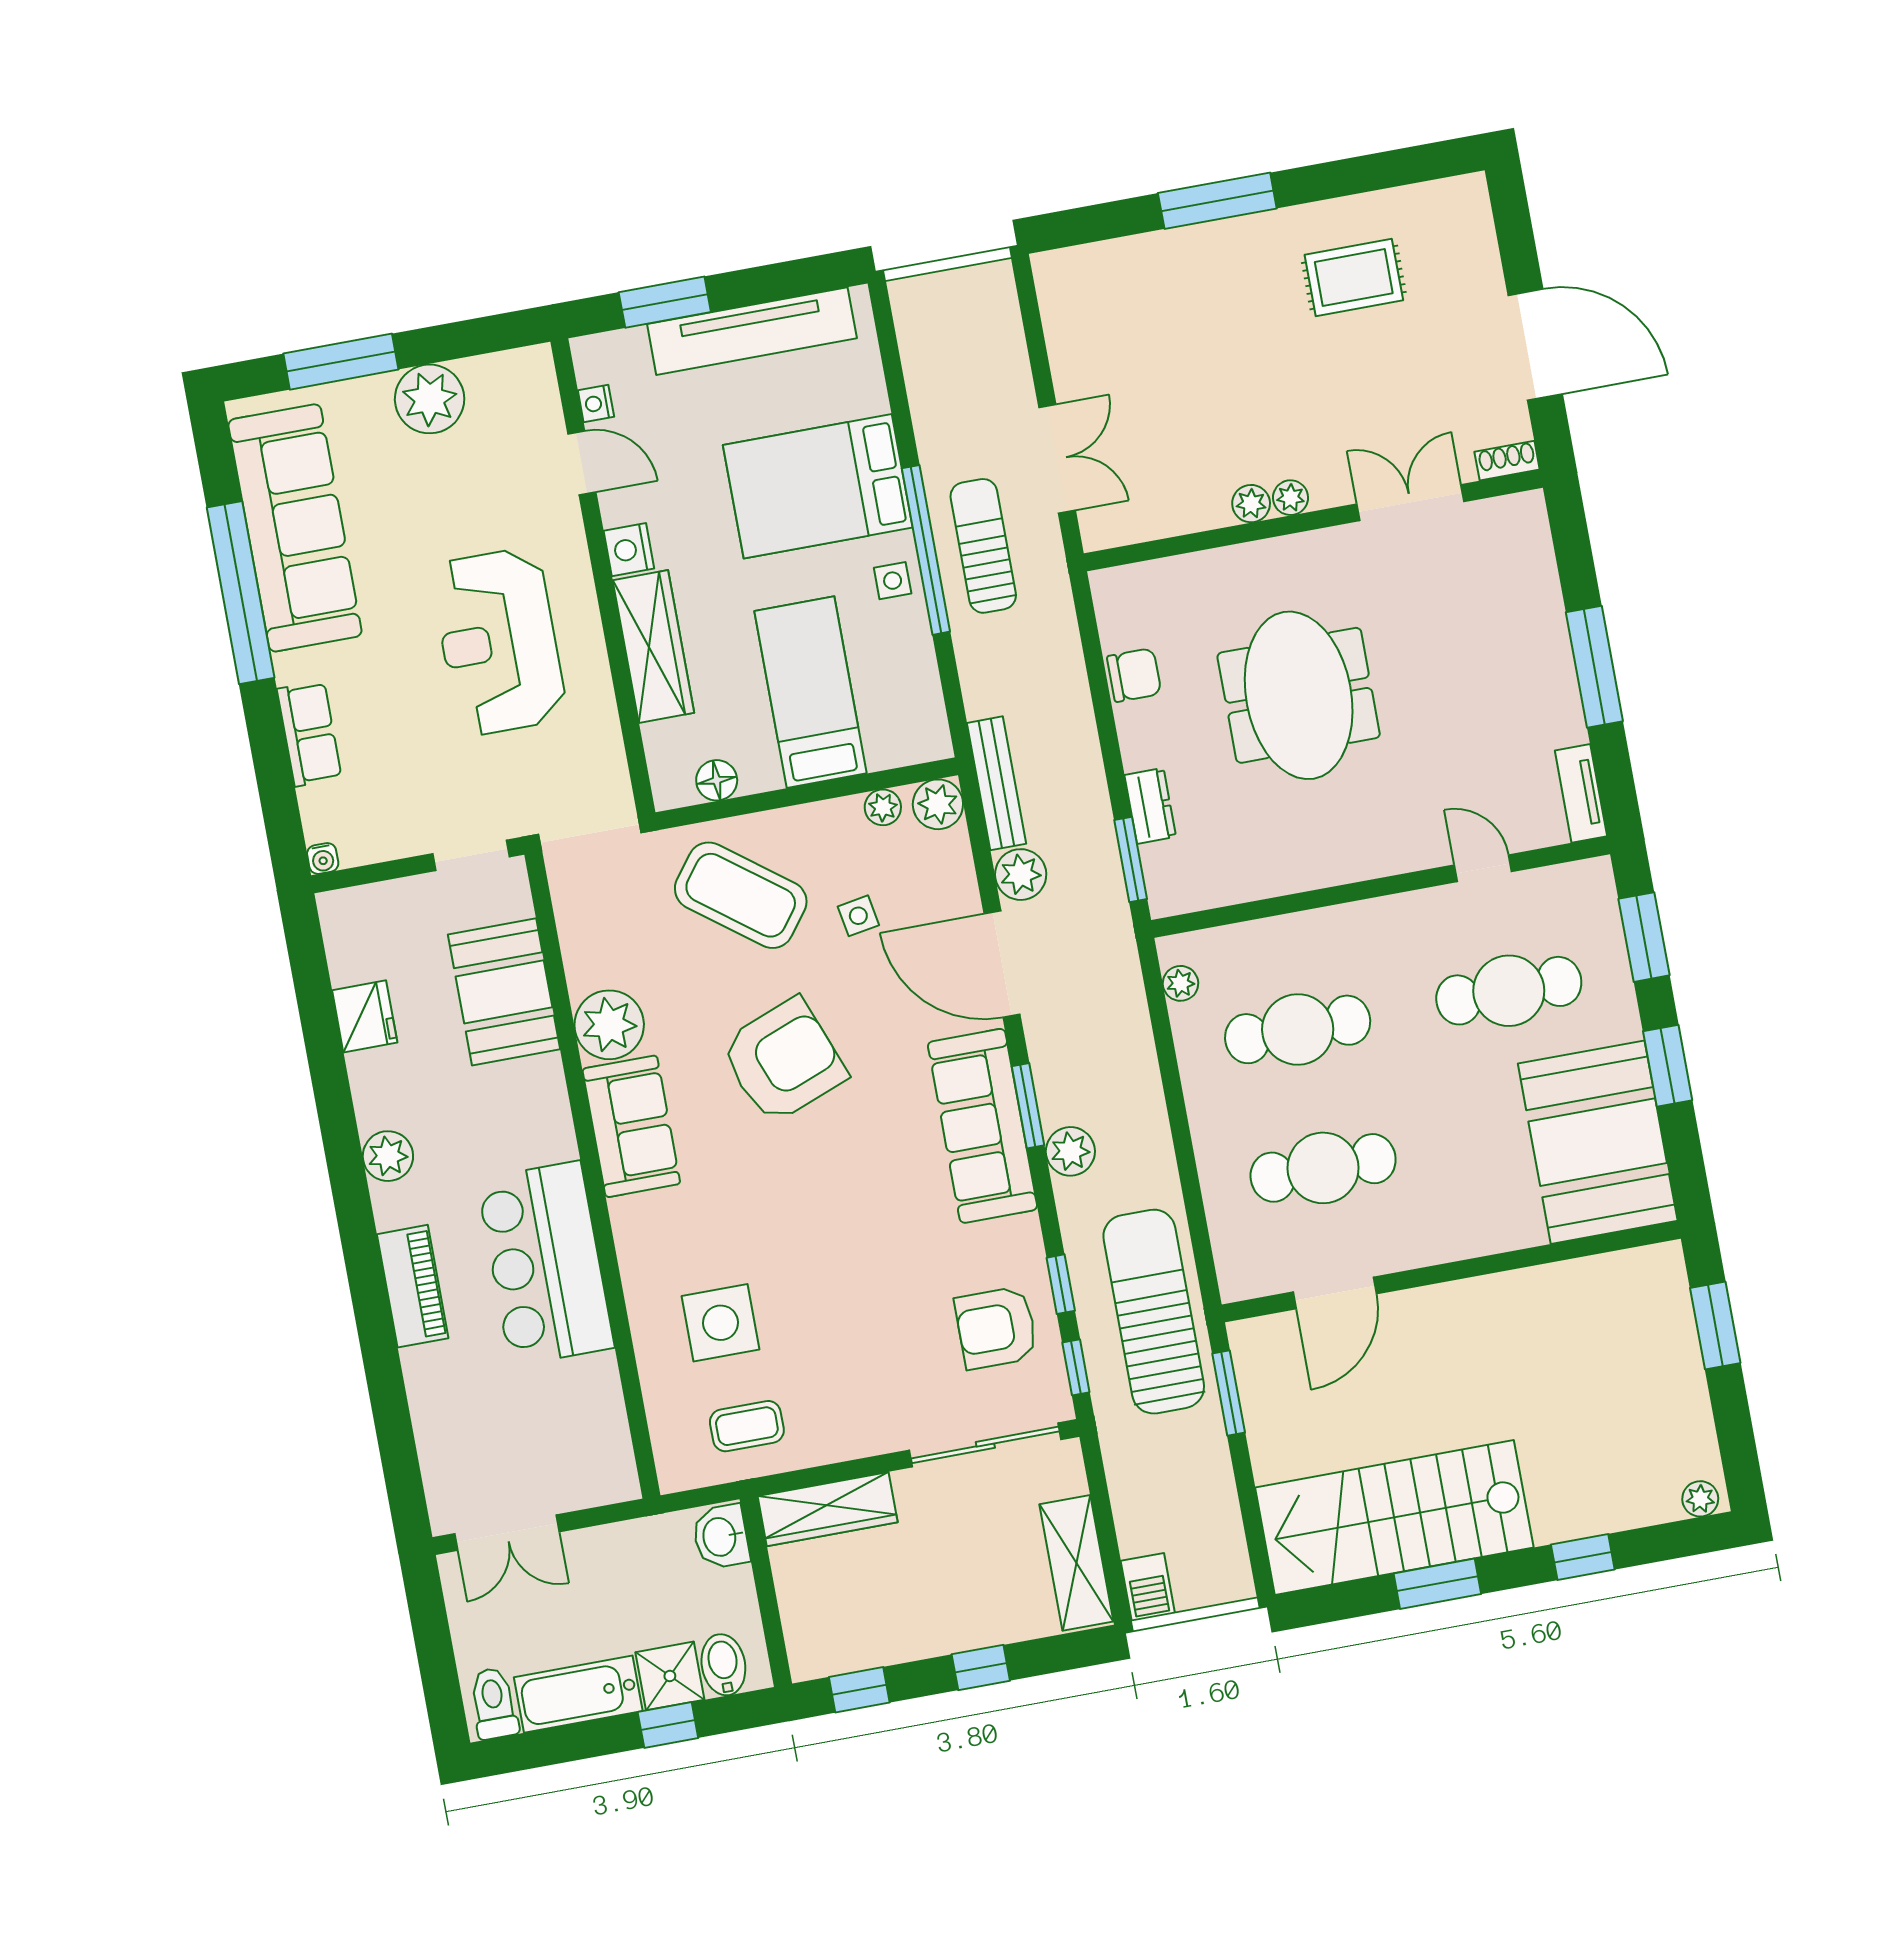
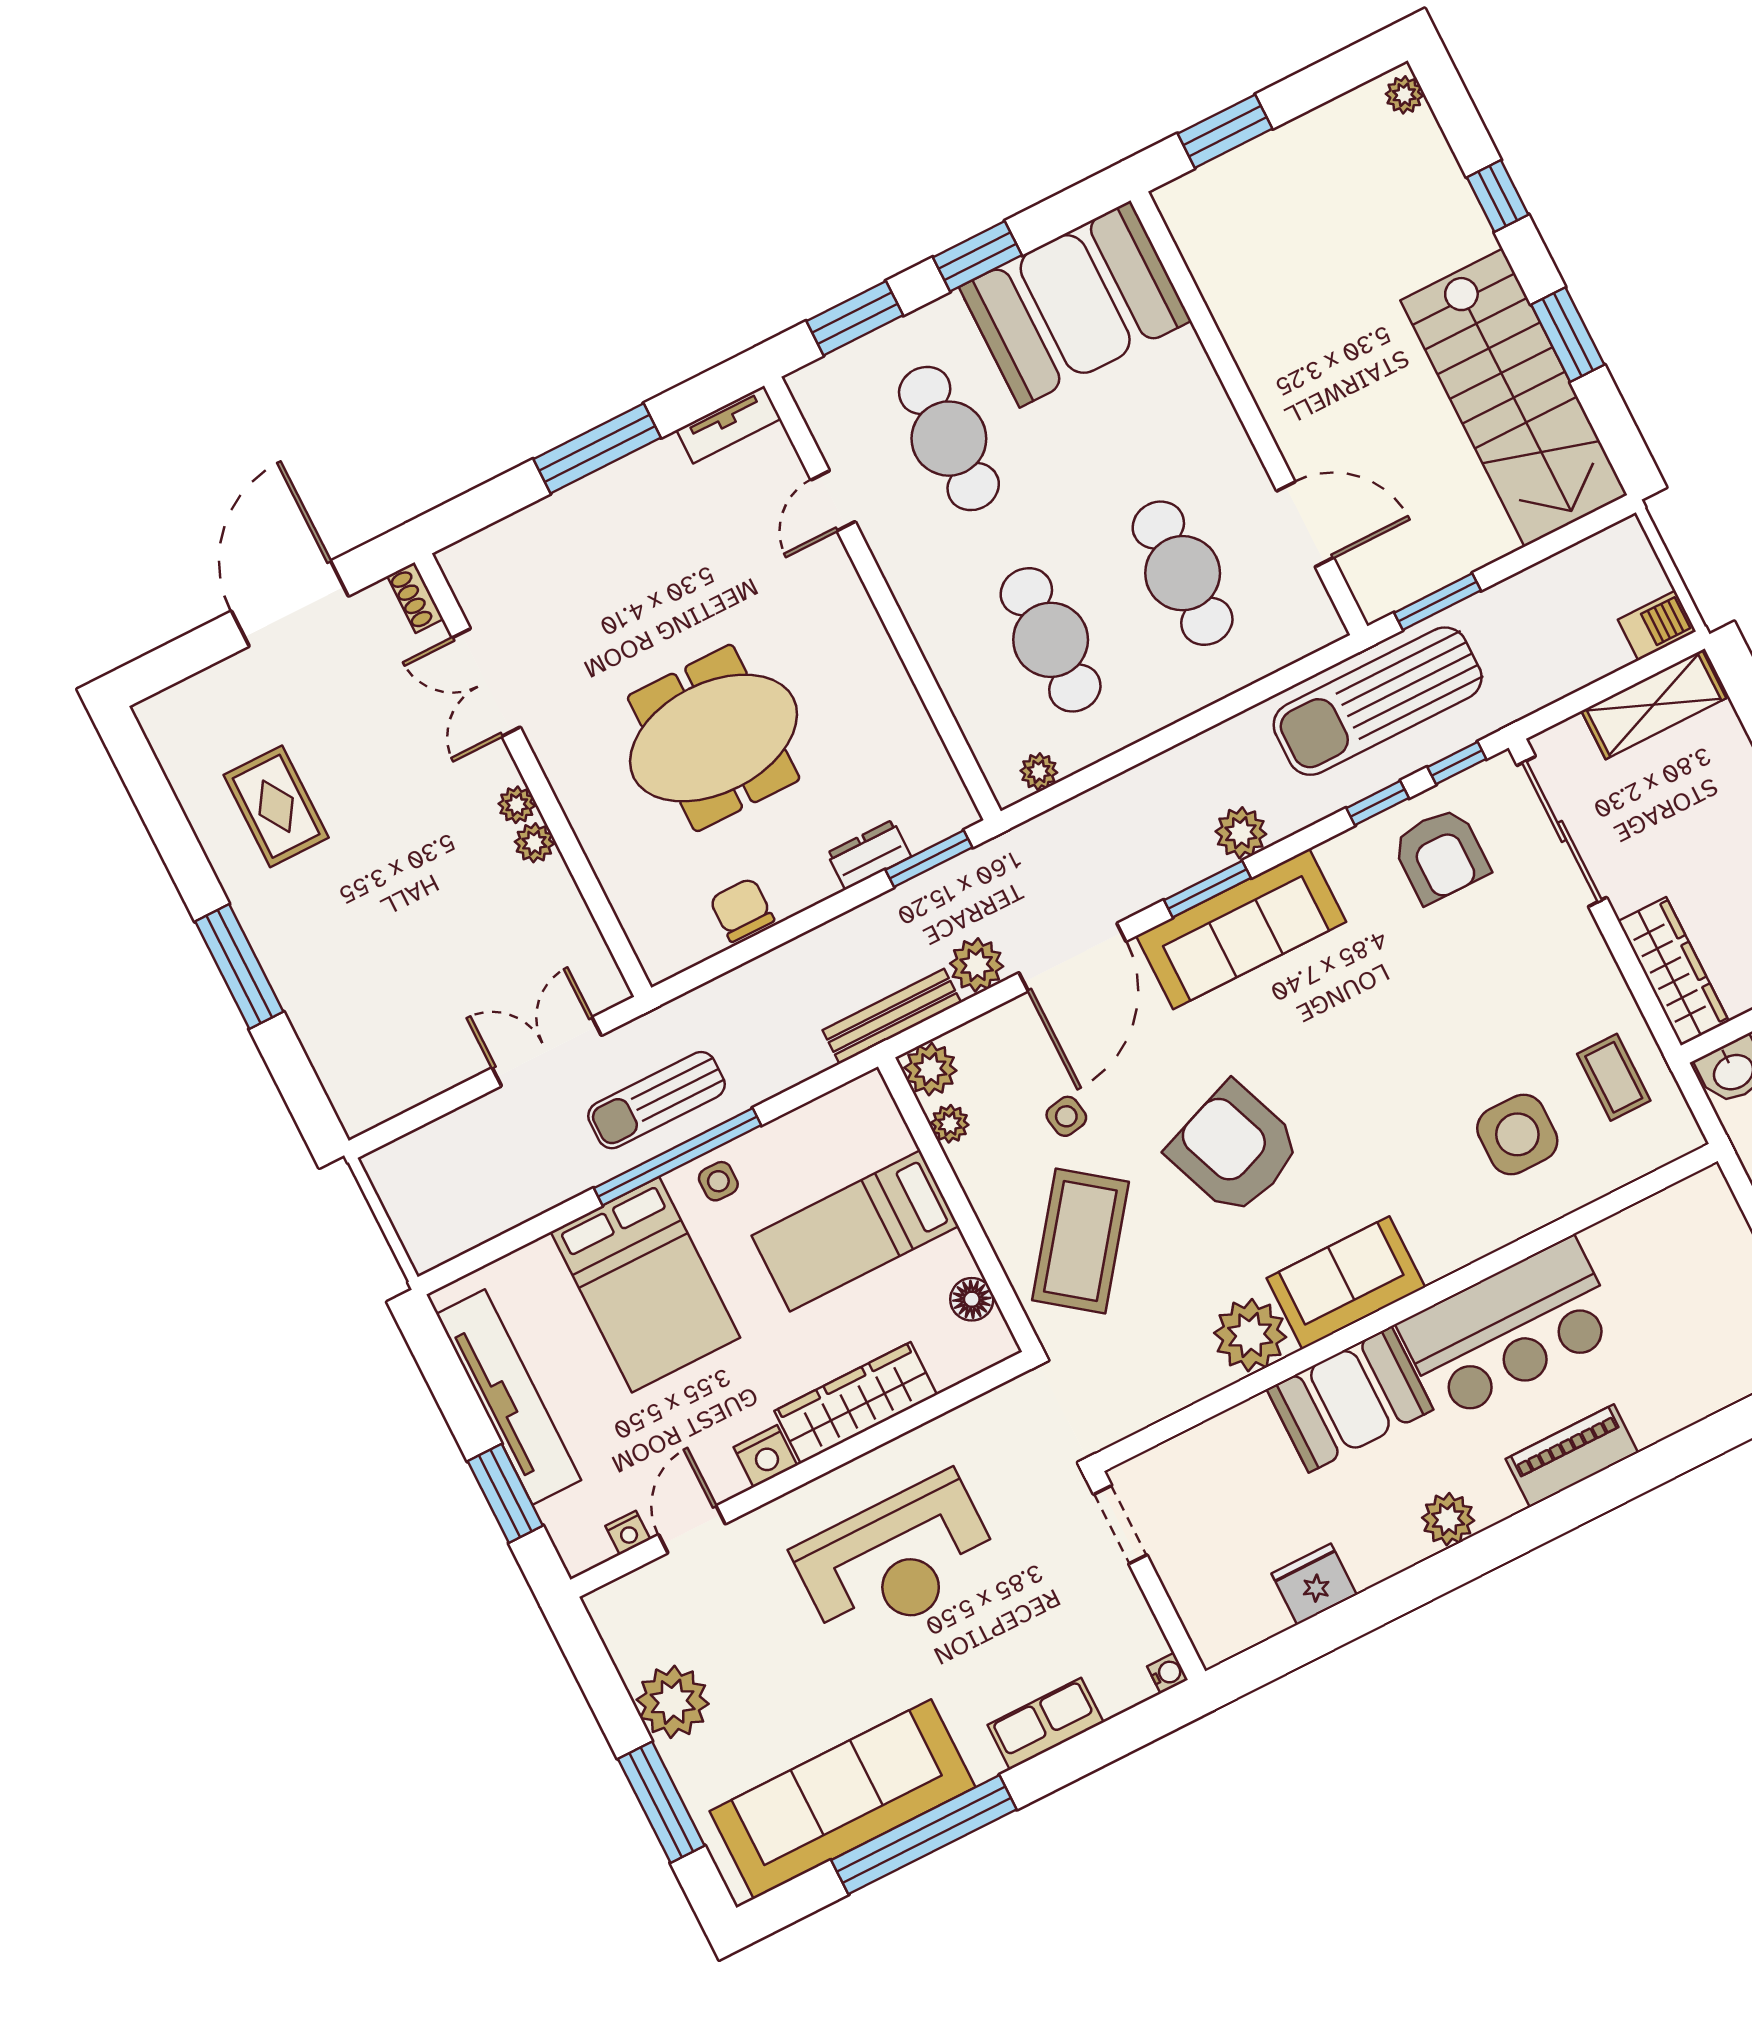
booth: (504, 992) -> (1350, 1399), moved

